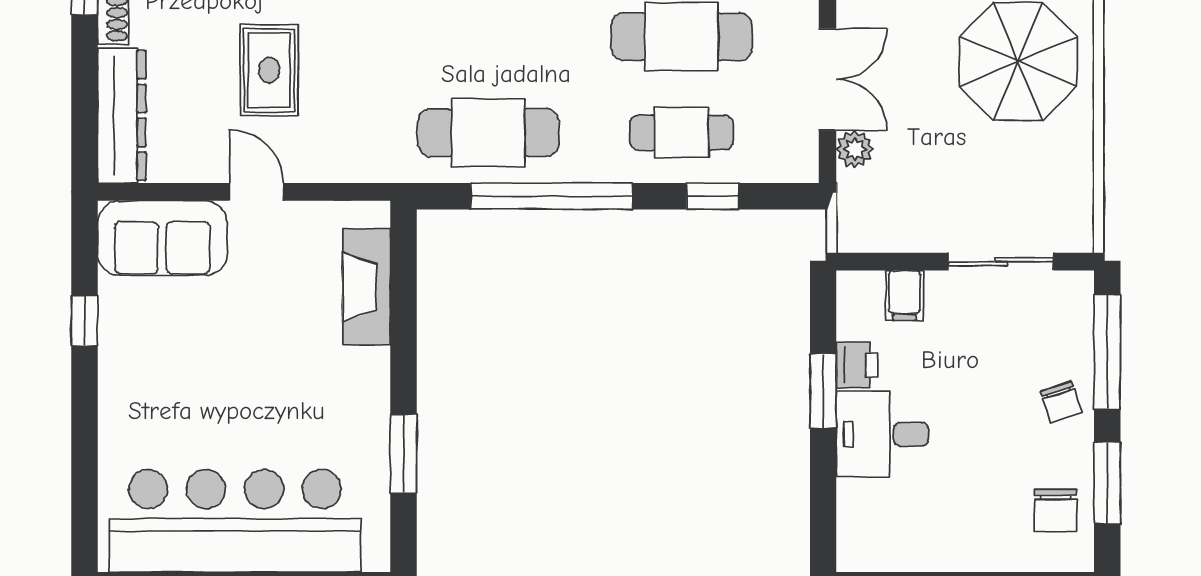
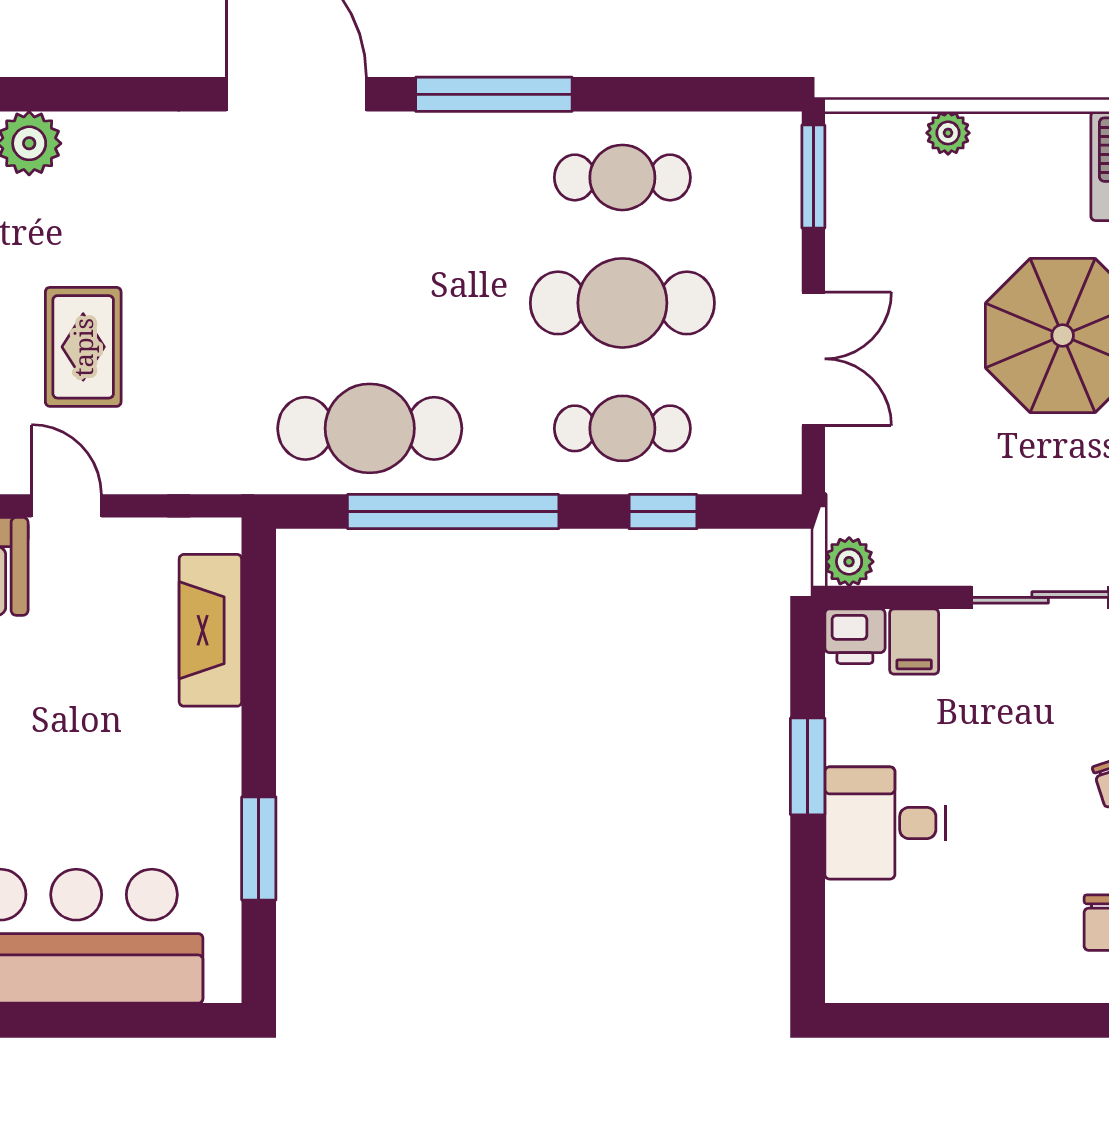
plant: (855, 149) -> (849, 562), moved
printer: (857, 365) -> (855, 636), moved, turned 90

